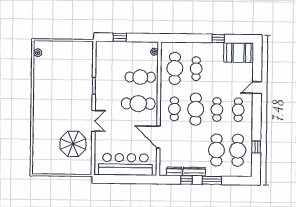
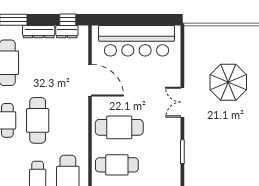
cafe table: (174, 109) -> (68, 120), removed
parasol: (73, 144) -> (228, 82), moved
window: (186, 180) -> (68, 20), moved

